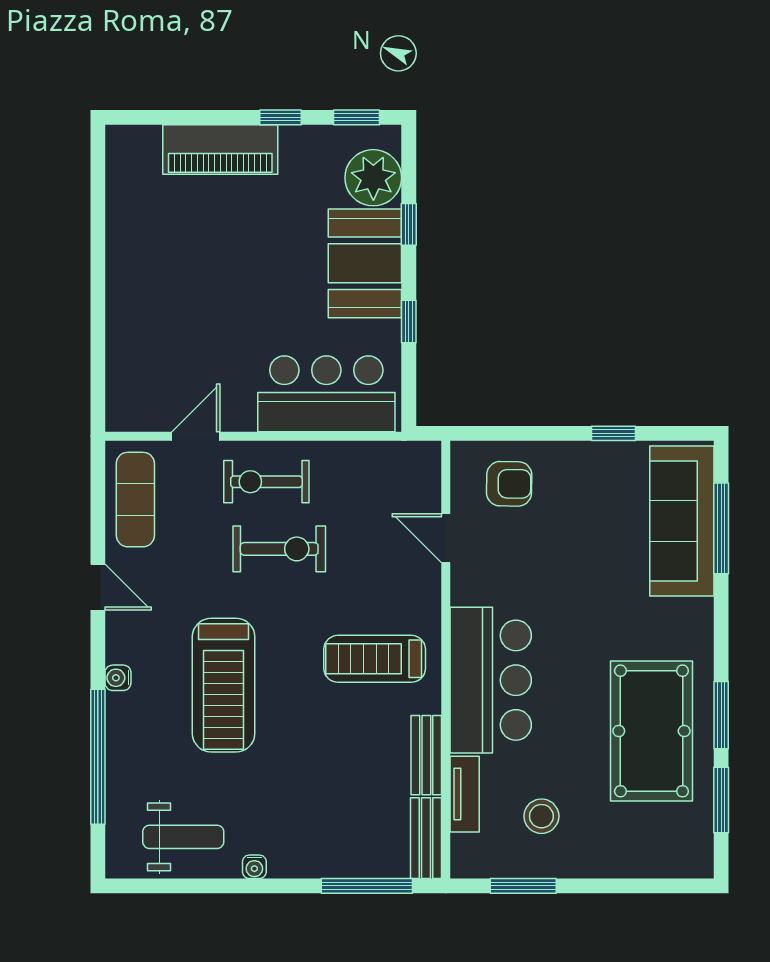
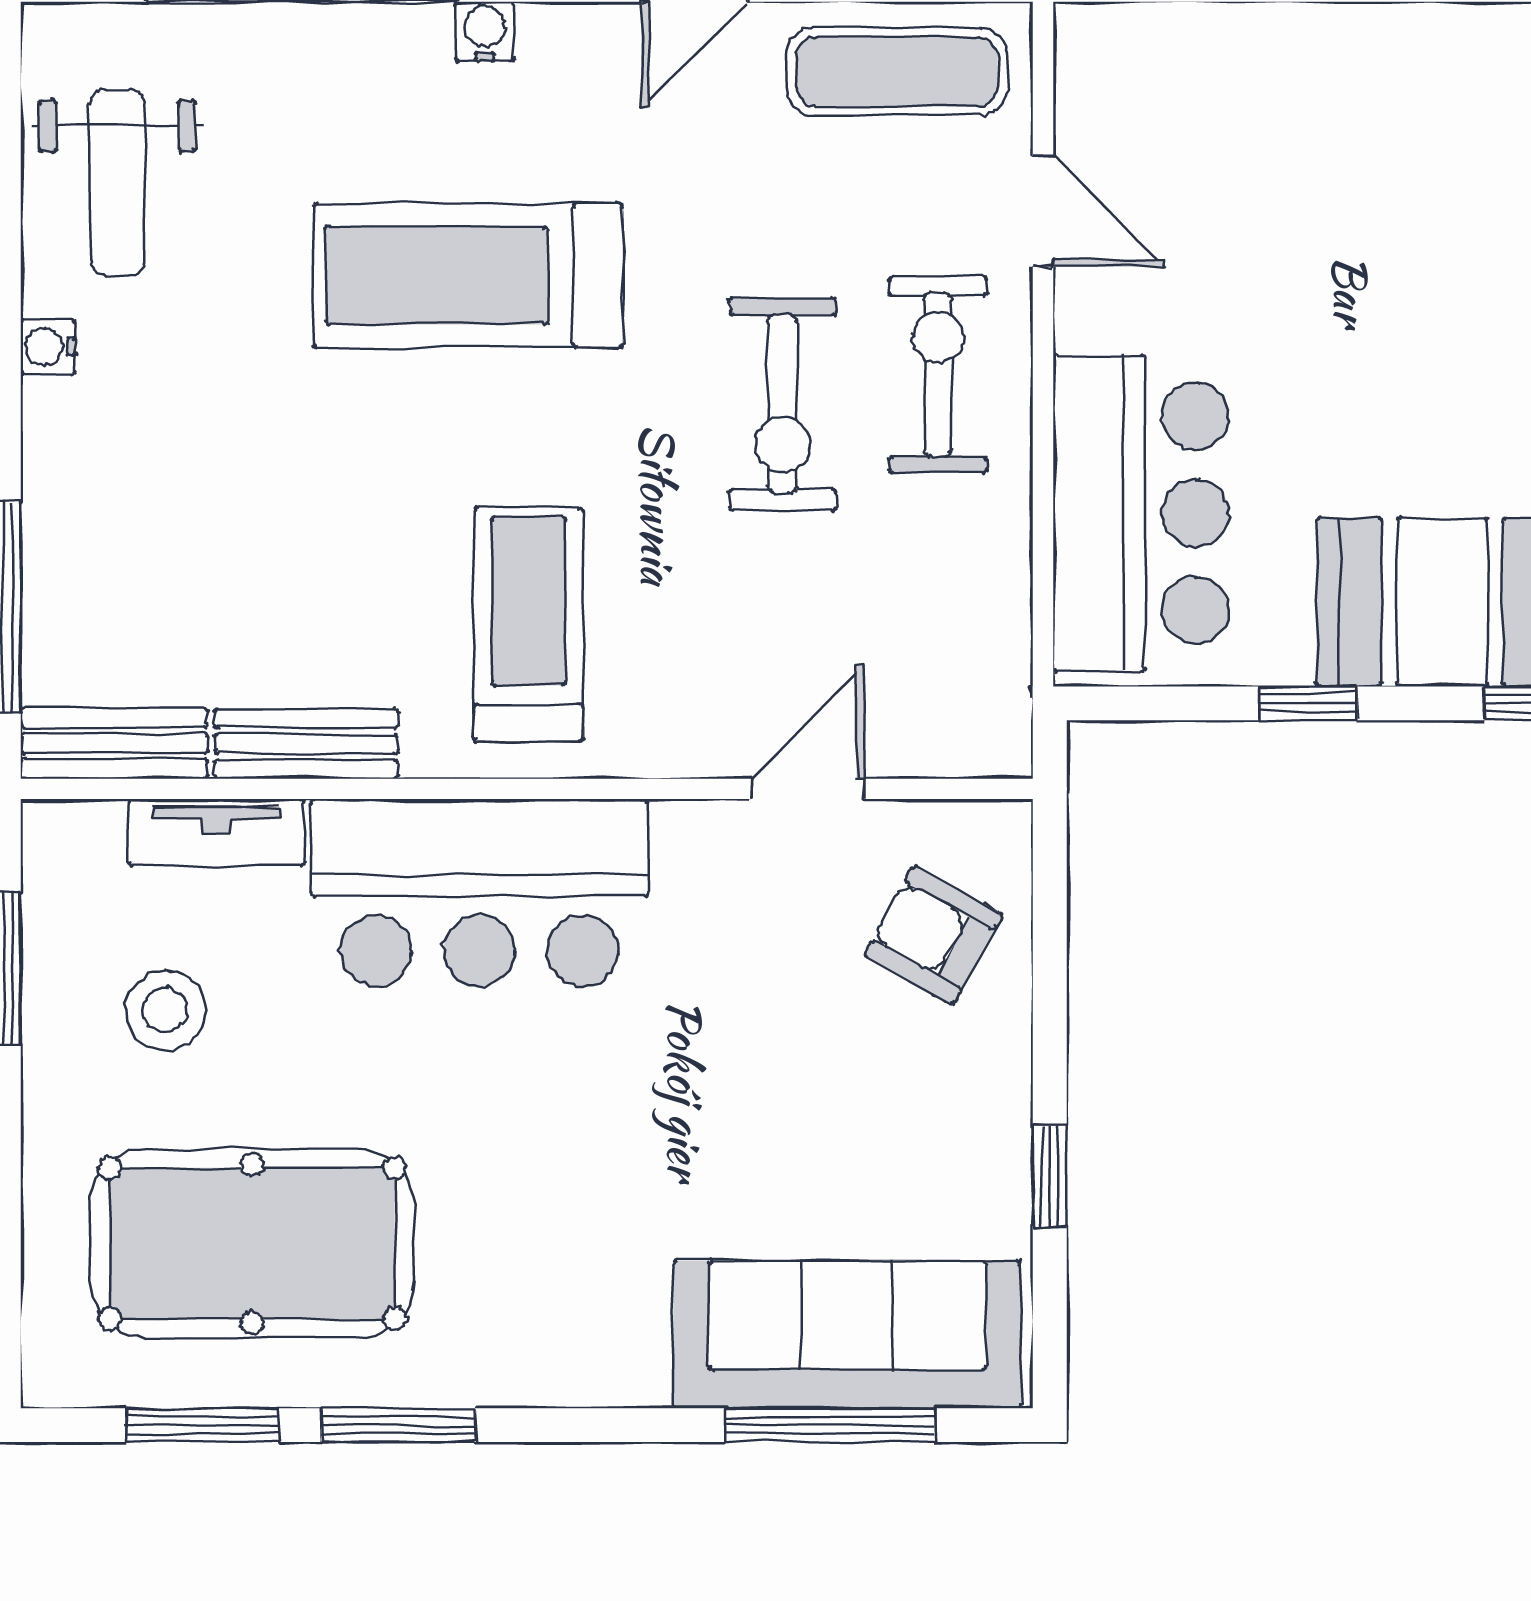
armchair: (509, 484) -> (933, 935), turned 118
pool table: (651, 731) -> (252, 1243), moved

